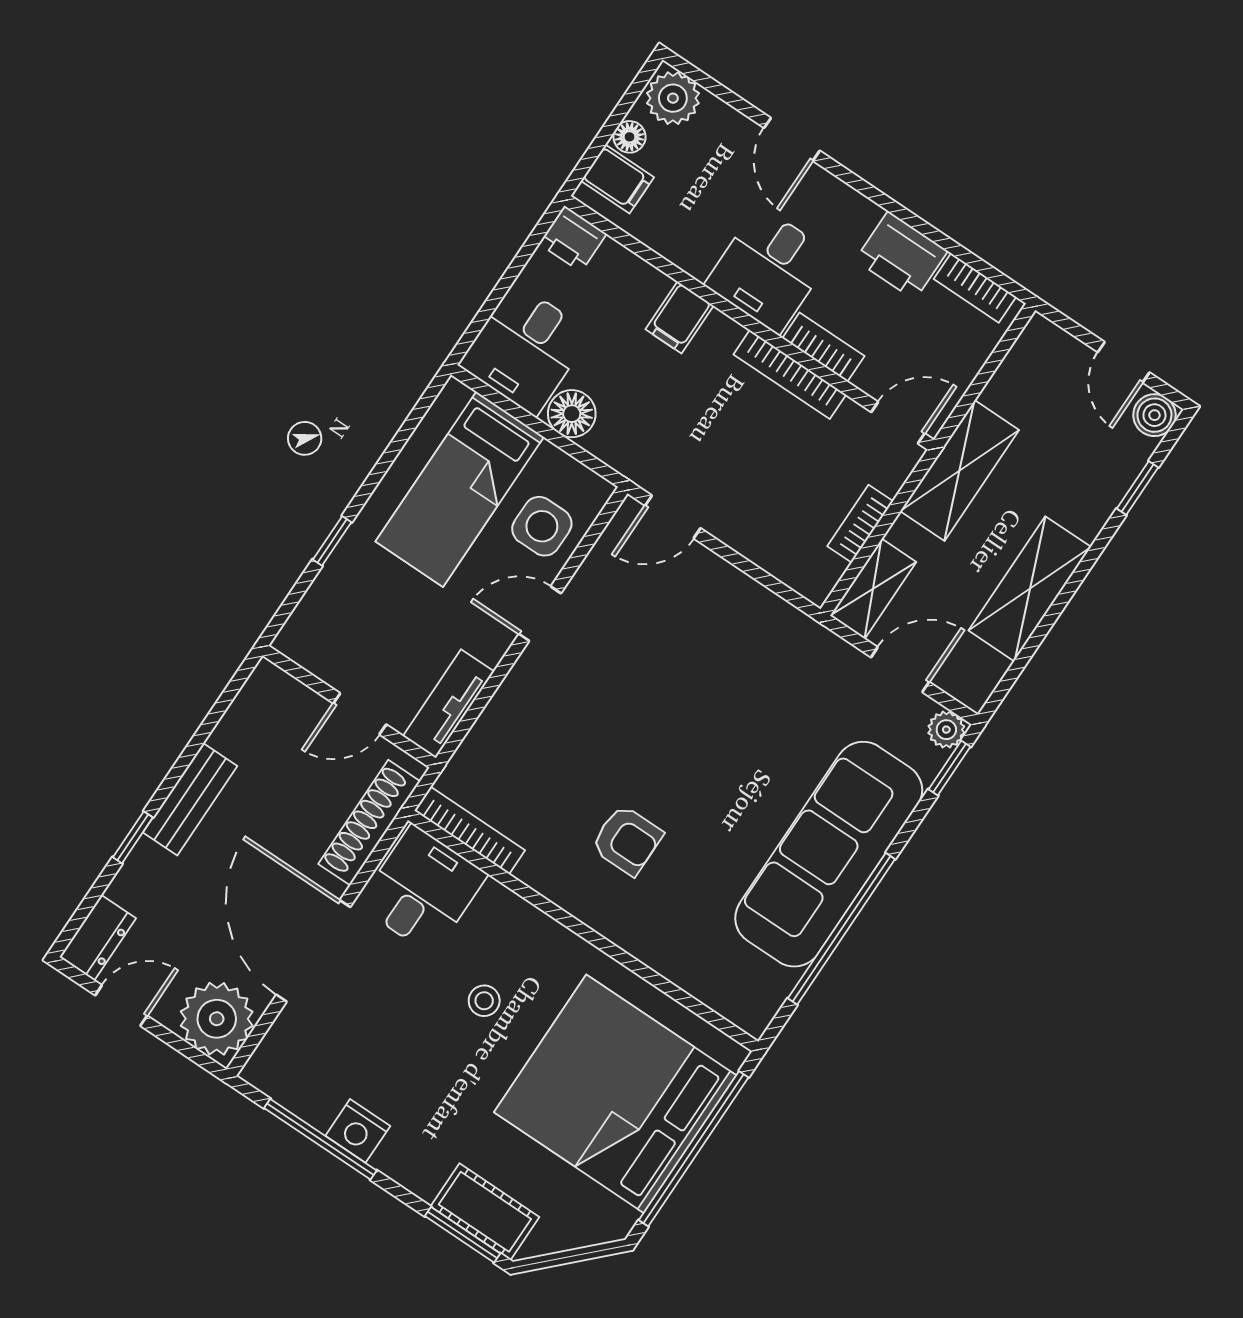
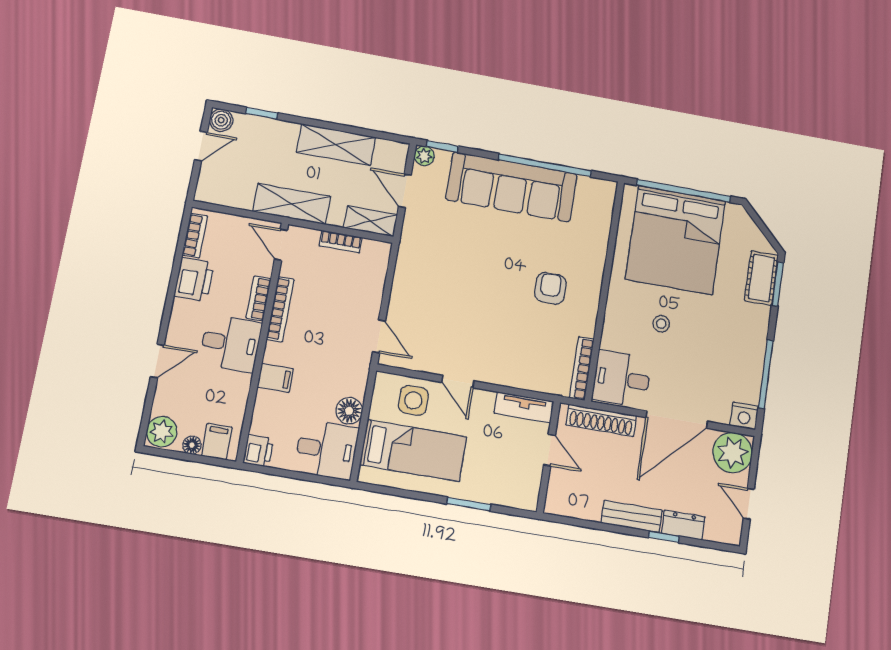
window: (332, 541) -> (469, 504), width x1.50
dresser: (98, 938) -> (683, 525), moved
nightstand: (358, 1131) -> (744, 416), moved, turned 90

